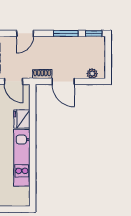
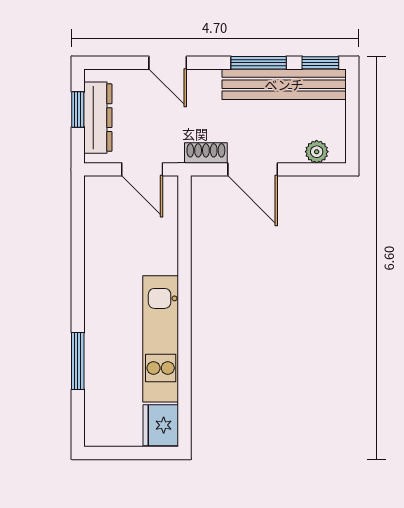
door: (25, 33) -> (168, 63), hinge flipped
bench: (77, 43) -> (284, 84), added
fridge: (22, 119) -> (161, 425), moved

